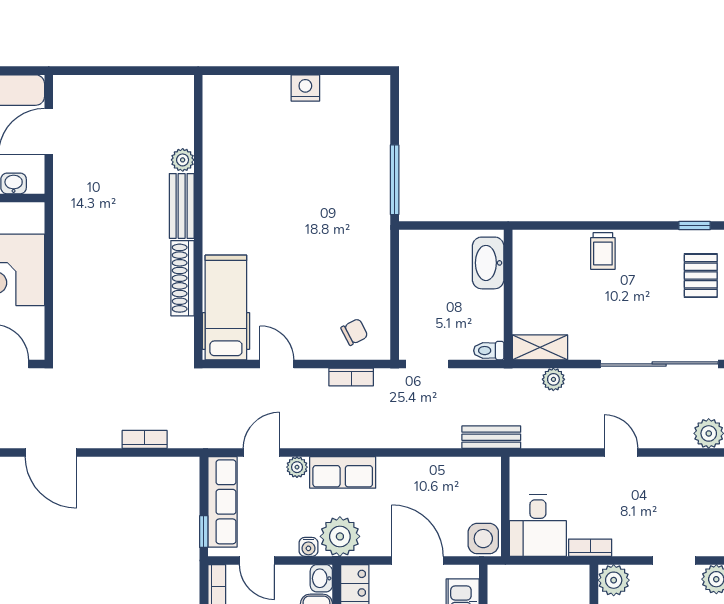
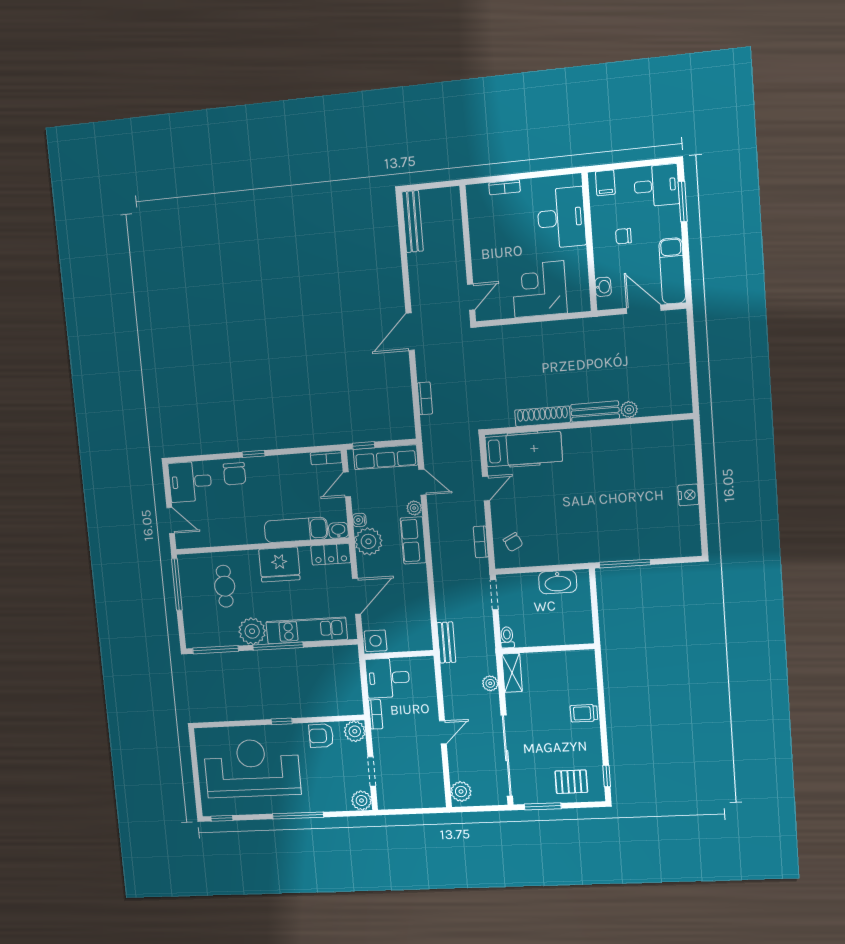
washbasin: (488, 263) -> (558, 582), moved, turned 180

